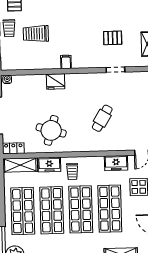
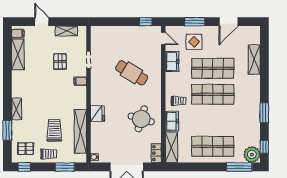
trolley: (36, 34) -> (54, 130), turned 180
filing cabinet: (66, 62) -> (80, 81), moved
shelving: (35, 63) -> (80, 131), added
cafe table: (102, 118) -> (132, 73), width x1.37, depth x1.35
shop shelf: (52, 210) -> (213, 120), removed

